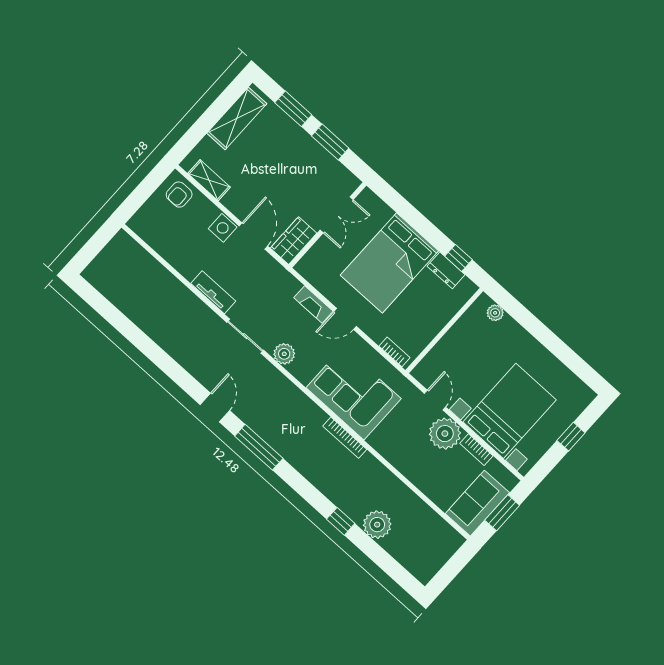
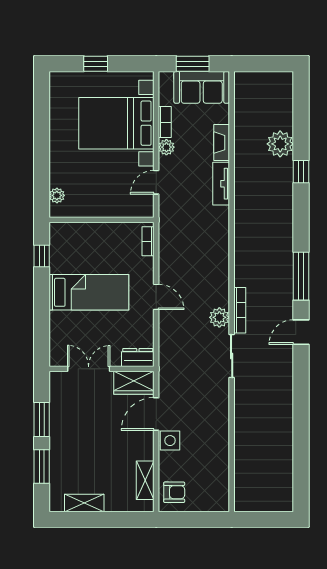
shelving: (237, 118) -> (84, 503), width x0.67, depth x0.75
bed: (389, 263) -> (89, 292), width x0.67
dresser: (446, 270) -> (138, 357), moved, turned -90
tv unit: (213, 292) -> (221, 184), moved
fireplace: (313, 304) -> (222, 143), moved, turned 180
corner sofa: (354, 393) -> (203, 244), removed
plant: (445, 434) -> (166, 147), width x0.53, depth x0.53
bookcase: (345, 438) -> (240, 310), moved

